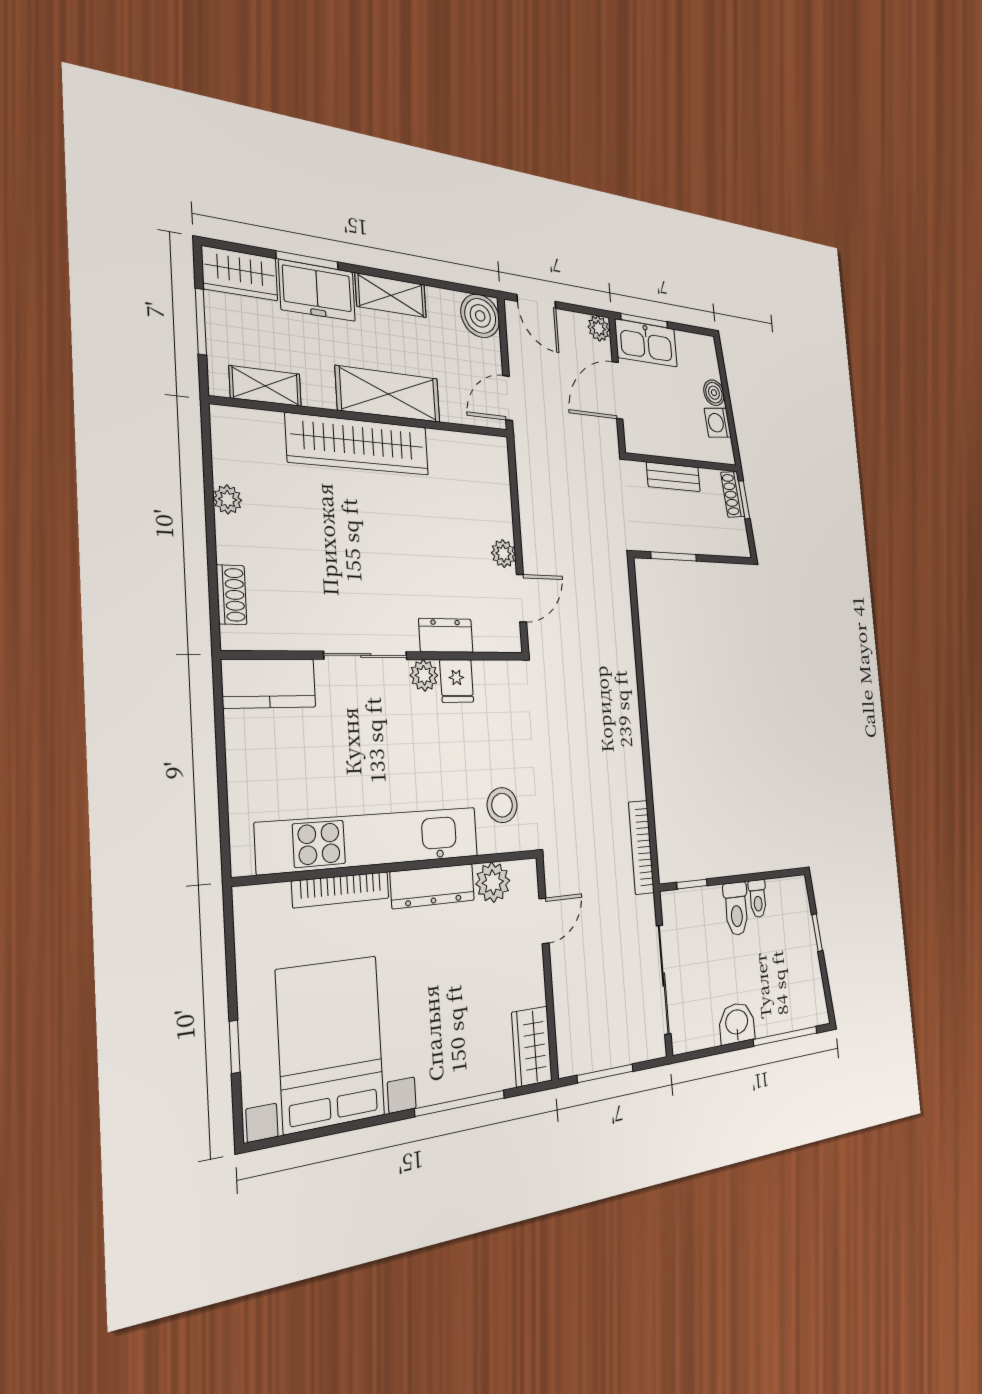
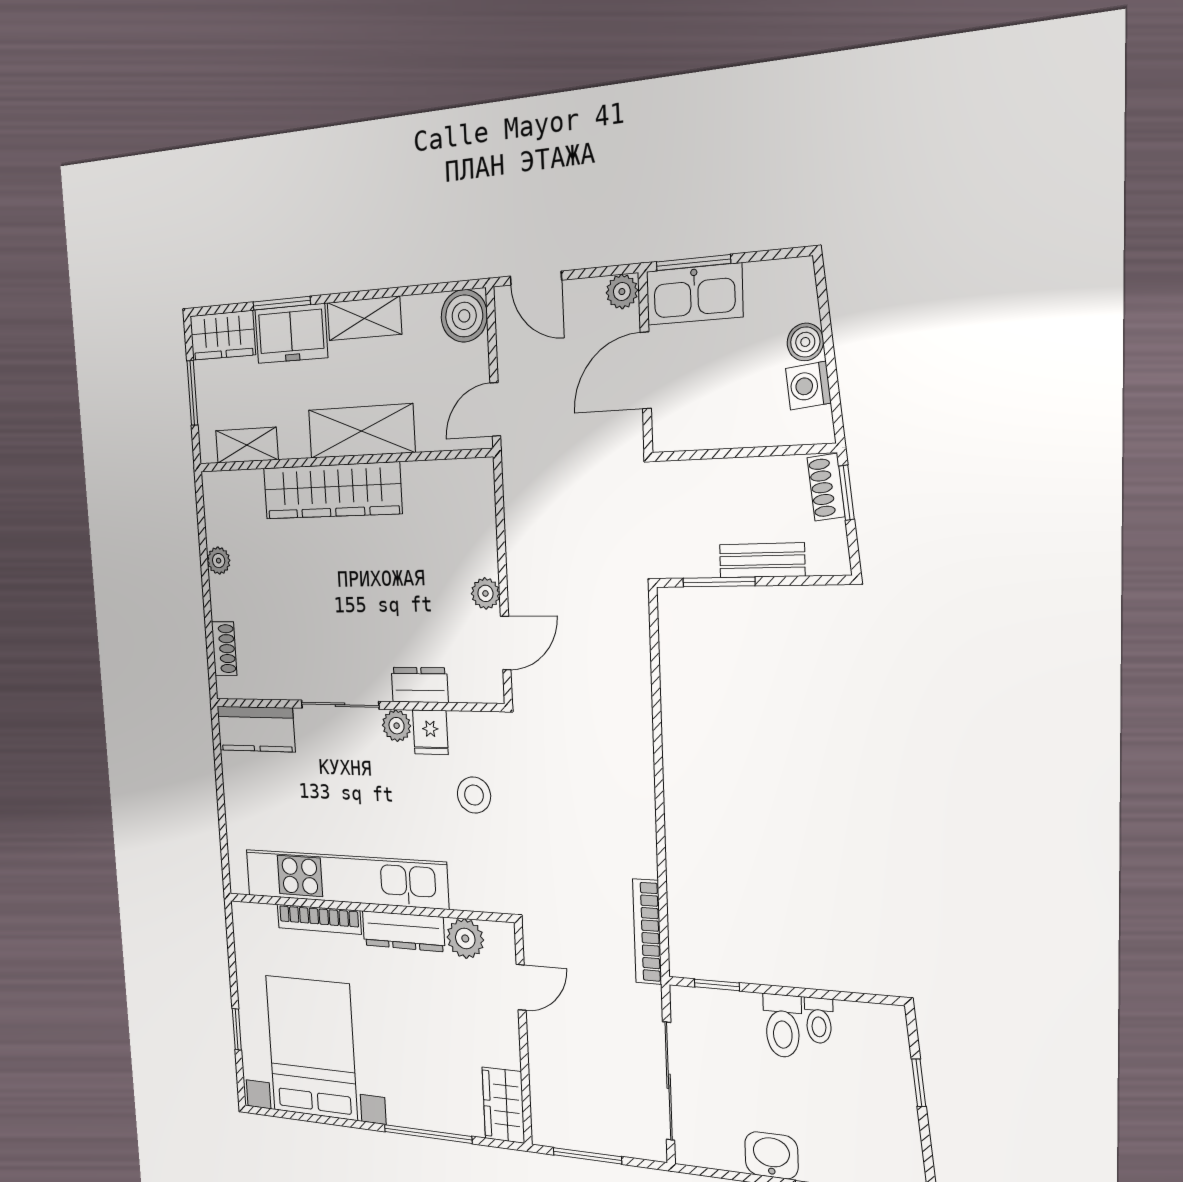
bench: (673, 477) -> (762, 560), moved
stool: (502, 805) -> (474, 795), moved

